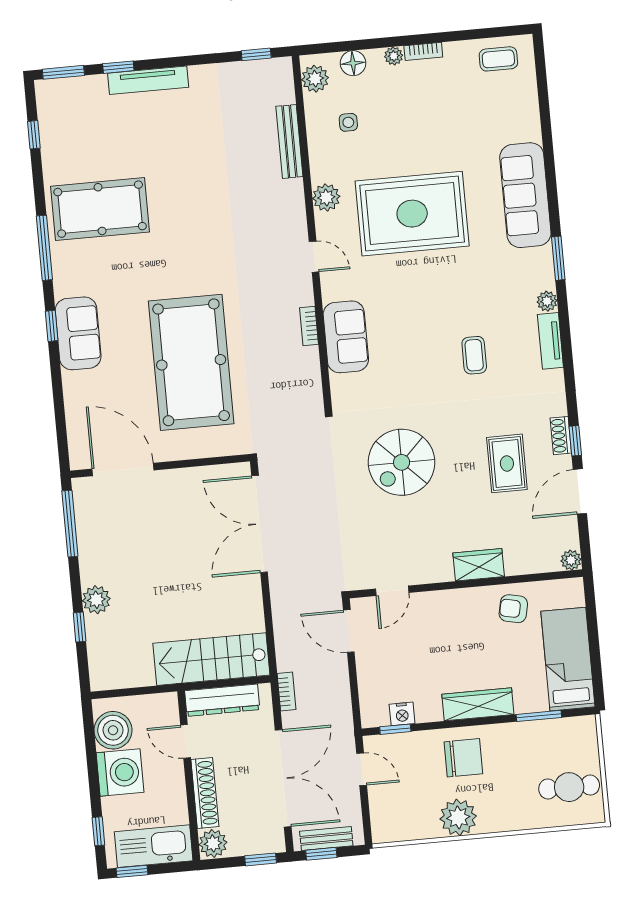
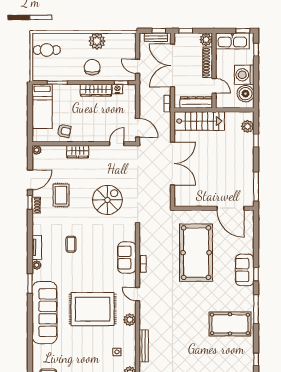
sofa: (525, 195) -> (45, 313), width x1.36, depth x1.27
double door: (260, 524) -> (172, 164), moved
plant: (96, 600) -> (248, 126), moved
wardrobe: (478, 704) -> (96, 90), moved
chair: (463, 758) -> (92, 67), turned 90

